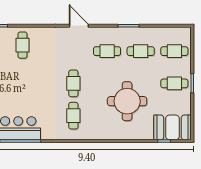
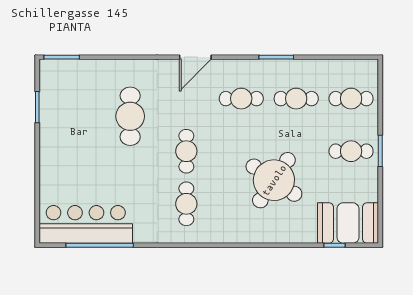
door: (79, 26) -> (195, 57), swing flipped
cafe table: (22, 45) -> (130, 116), moved, width x1.37, depth x1.35
round table: (127, 101) -> (274, 180), turned 34

